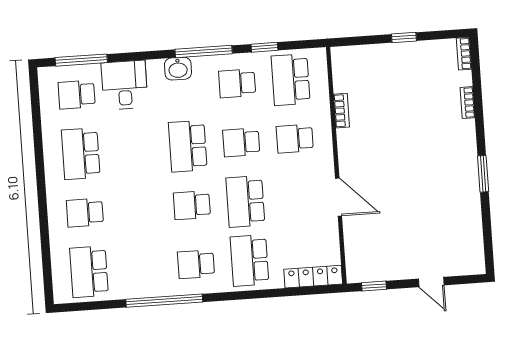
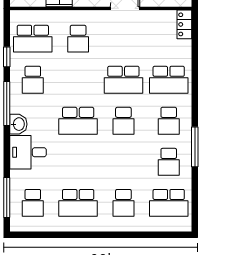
desk: (125, 85) -> (28, 152), moved
school desk: (241, 142) -> (169, 162), moved
locker: (313, 277) -> (184, 24), width x0.66
window: (164, 301) -> (195, 147), width x0.68

